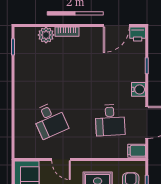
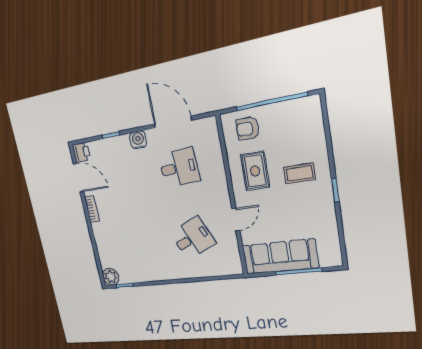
bookcase: (67, 32) -> (92, 209), moved
plant: (46, 35) -> (111, 277), moved
filing cabinet: (137, 151) -> (209, 128), removed

